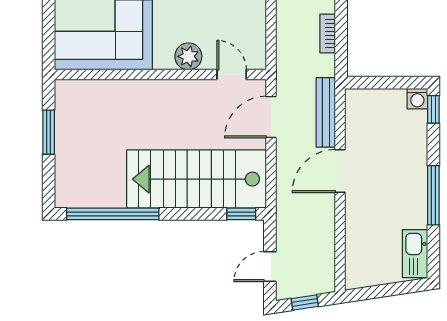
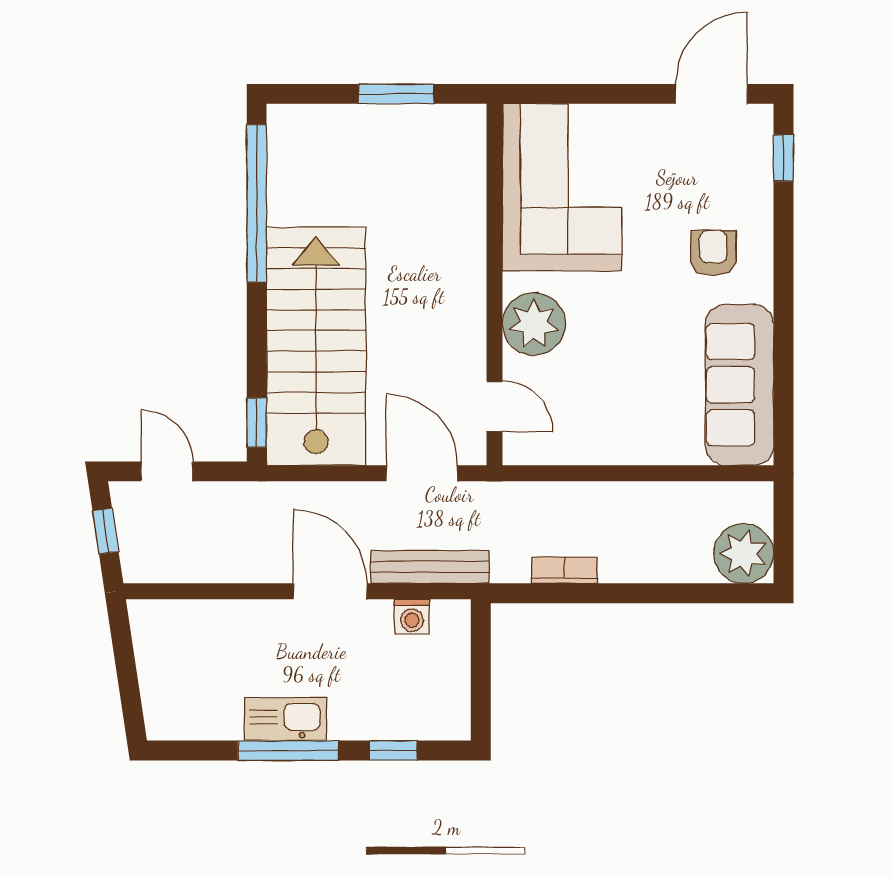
plant: (188, 56) -> (534, 324), width x1.36, depth x1.36
door: (232, 75) -> (495, 406), hinge flipped
washing machine: (417, 99) -> (412, 617), moved, turned -90
window: (433, 109) -> (393, 751), moved
kitchen sink: (415, 254) -> (286, 719), moved

